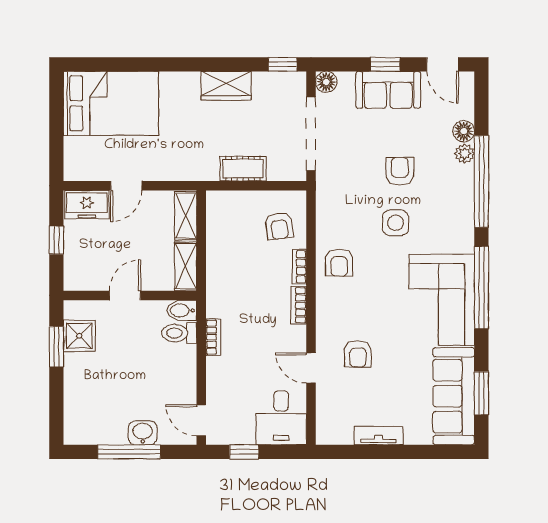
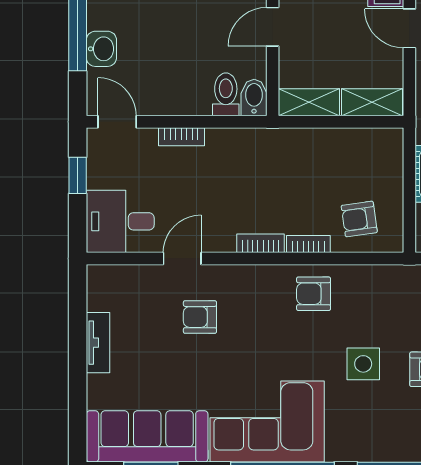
door: (125, 295) -> (273, 27), swing flipped
bookcase: (213, 337) -> (181, 137), moved
door: (201, 420) -> (117, 122), hinge flipped

